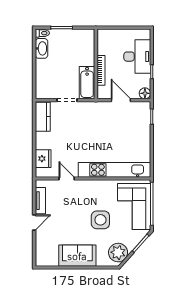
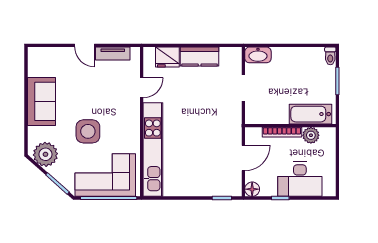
washbasin: (42, 48) -> (258, 55), moved
plant: (103, 48) -> (311, 135), added
bathtub: (87, 83) -> (310, 114), moved
kitchen counter: (43, 117) -> (200, 56), moved

